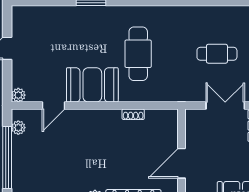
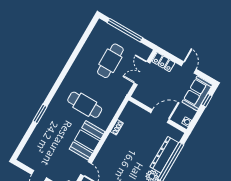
cafe table: (217, 54) -> (110, 61), width x1.37, depth x1.35
door: (182, 163) -> (160, 116), swing flipped

